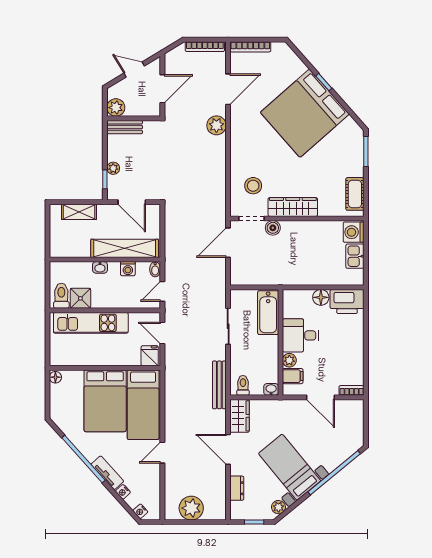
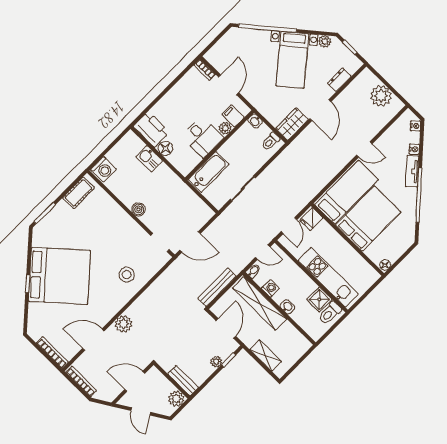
stool: (253, 186) -> (127, 275), moved
wardrobe: (293, 207) -> (126, 224), removed
boiler: (273, 228) -> (138, 209), moved
kitchen sink: (355, 256) -> (149, 159), moved, turned 90
bench: (219, 385) -> (217, 287), moved

